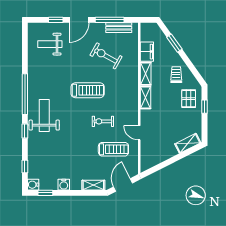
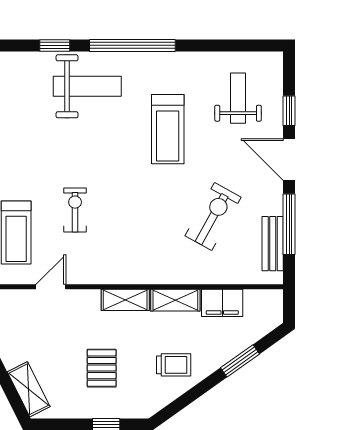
treadmill: (88, 90) -> (168, 129), moved
pallet: (189, 99) -> (102, 368), moved, turned 90

